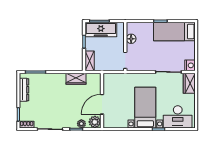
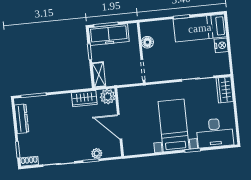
nightstand: (190, 65) -> (221, 45), moved
door: (102, 104) -> (120, 127), hinge flipped
plant: (95, 122) -> (108, 97), moved

